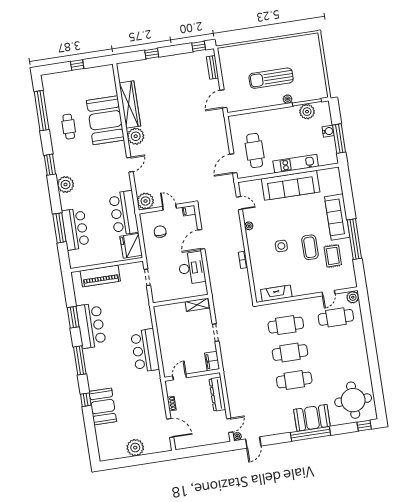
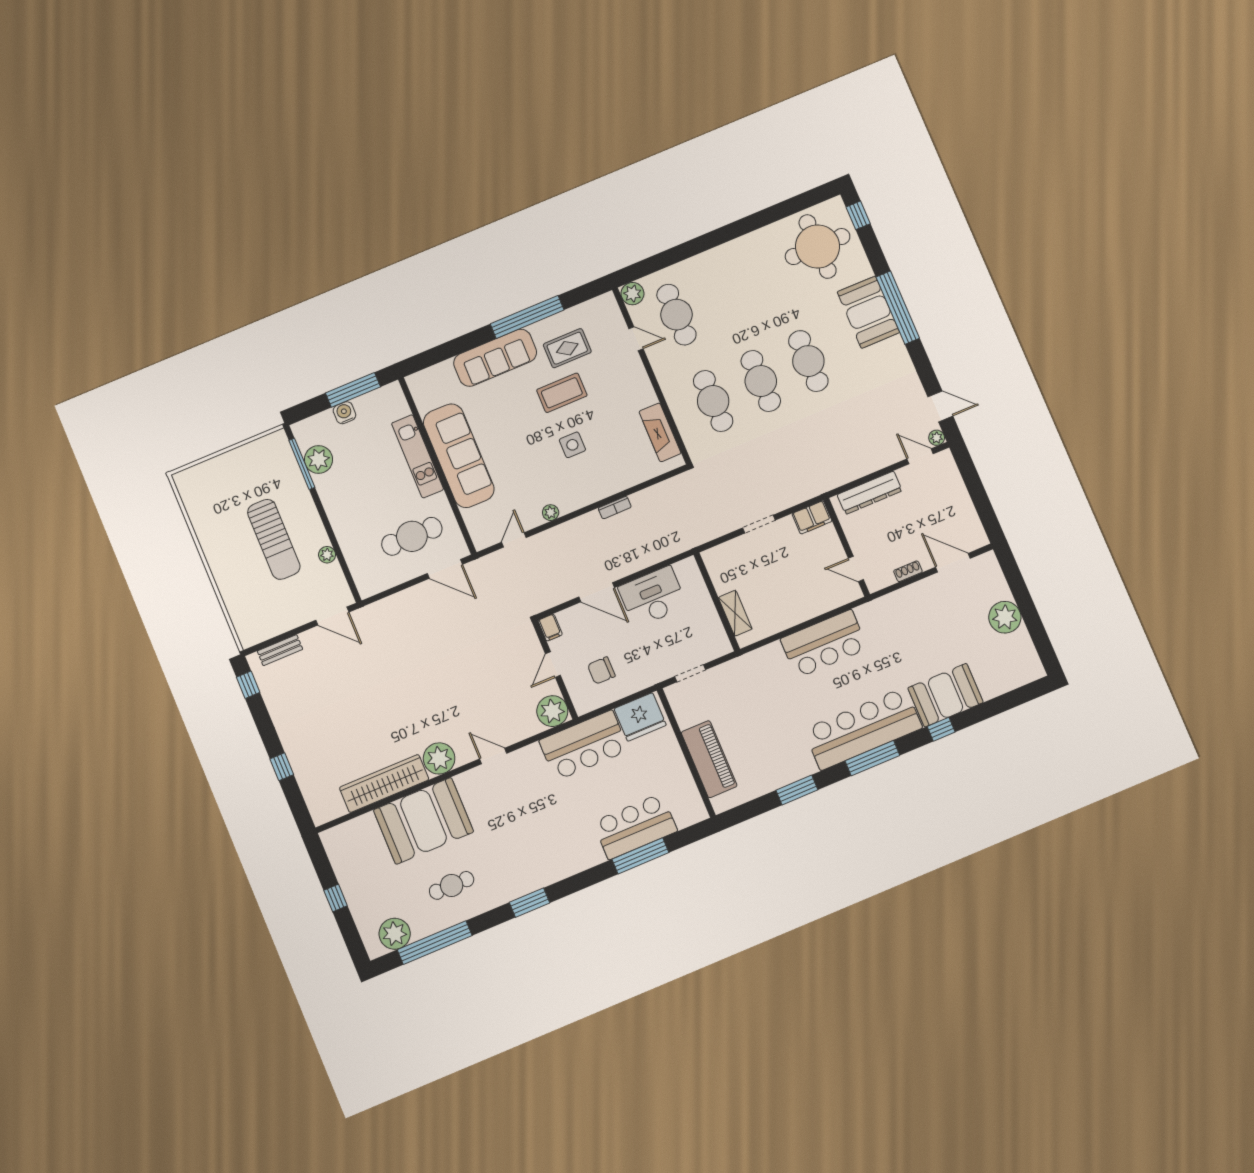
plant: (288, 99) -> (327, 555), moved
plant: (66, 185) -> (395, 934), moved
shelving: (197, 305) -> (735, 613), moved
bar counter: (91, 326) -> (863, 729), moved, width x1.36
door: (170, 428) -> (953, 563), hinge flipped

